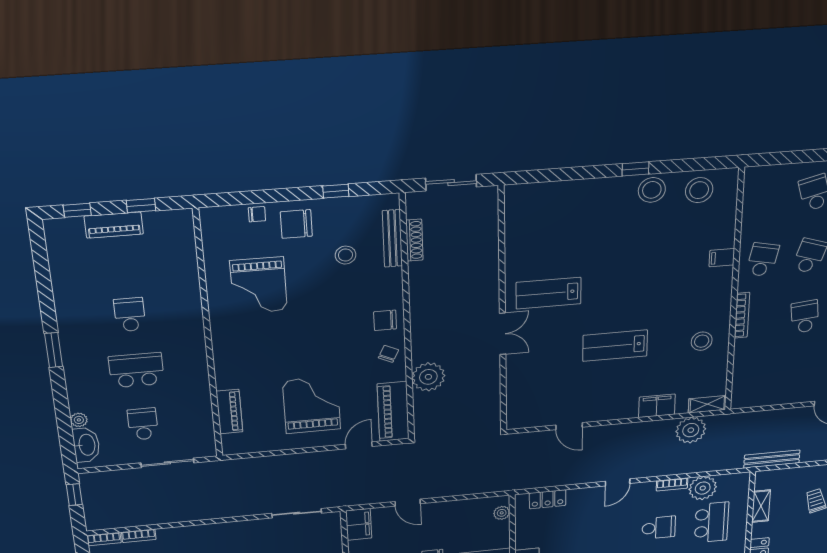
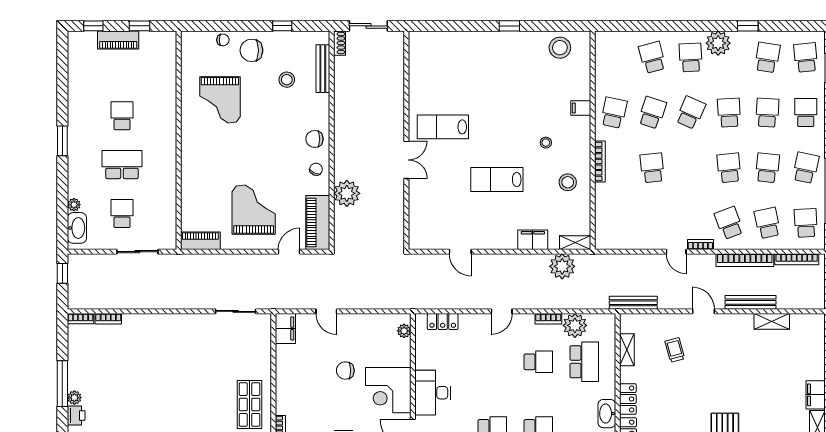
stool: (652, 190) -> (546, 143), moved, width x0.53, depth x0.53
shoe rack: (414, 240) -> (339, 43), moved, width x0.70
piano: (229, 412) -> (200, 241), moved, turned -90

